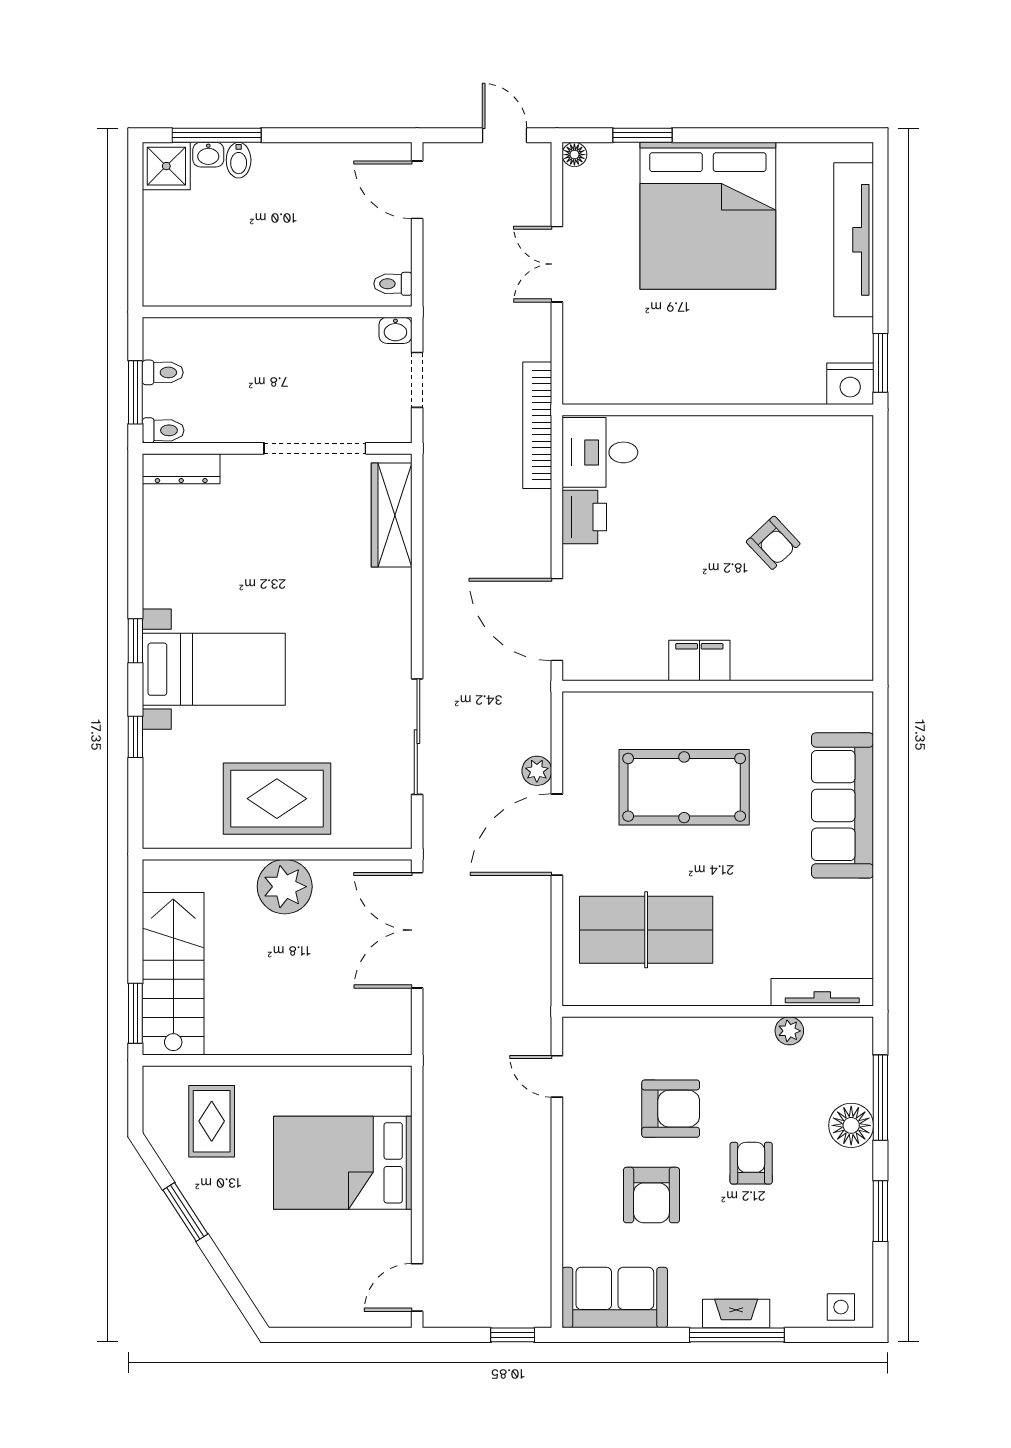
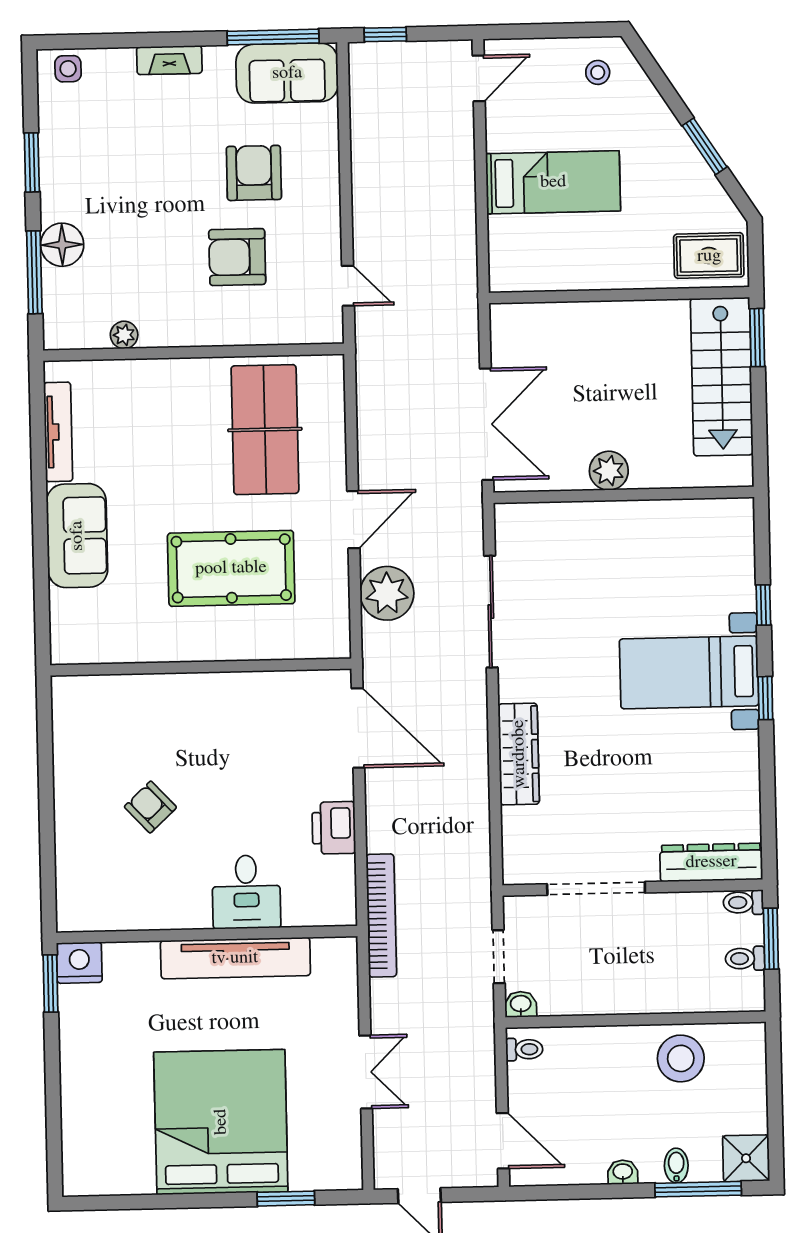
washbasin: (208, 155) -> (623, 1172), moved
floor lamp: (574, 155) -> (351, 1178), removed
tv unit: (854, 240) -> (235, 958), moved, turned 90
stool: (231, 271) -> (681, 1058), added
desk: (600, 452) -> (246, 892), moved, turned 90
dresser: (181, 469) -> (711, 862), width x1.37, depth x1.24
wardrobe: (392, 515) -> (519, 754), moved
filing cabinet: (699, 661) -> (219, 691), removed
plant: (537, 771) -> (387, 593), width x1.87, depth x1.87
rug: (277, 799) -> (625, 548), removed
sofa: (843, 805) -> (77, 536), width x0.73
door: (557, 835) -> (353, 520), width x0.73
plant: (285, 887) -> (609, 471), width x0.73, depth x0.73
table tennis table: (646, 930) -> (265, 430), turned 90
tv unit: (822, 992) -> (58, 432), moved, turned -90
rug: (212, 1121) -> (709, 256), moved, turned 90
bed: (343, 1163) -> (553, 182), width x0.67
armchair: (751, 1163) -> (158, 206), removed
stool: (294, 1291) -> (598, 72), added
window: (737, 1335) -> (273, 37), moved

